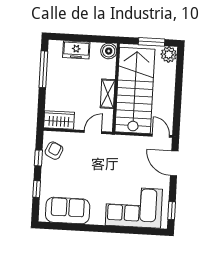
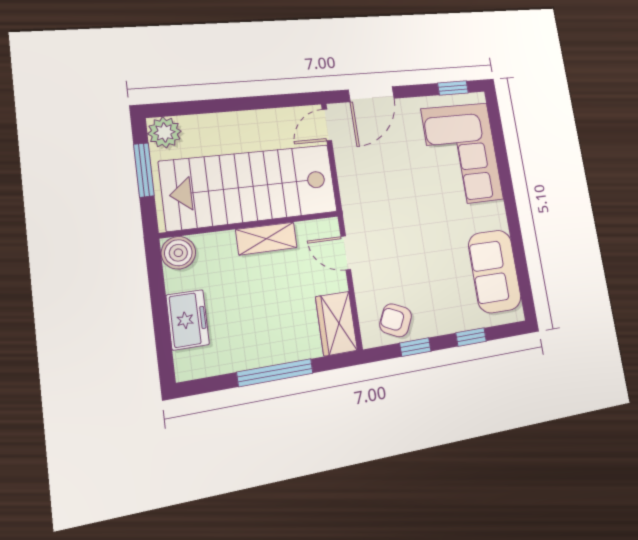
window: (43, 69) -> (275, 373), moved

